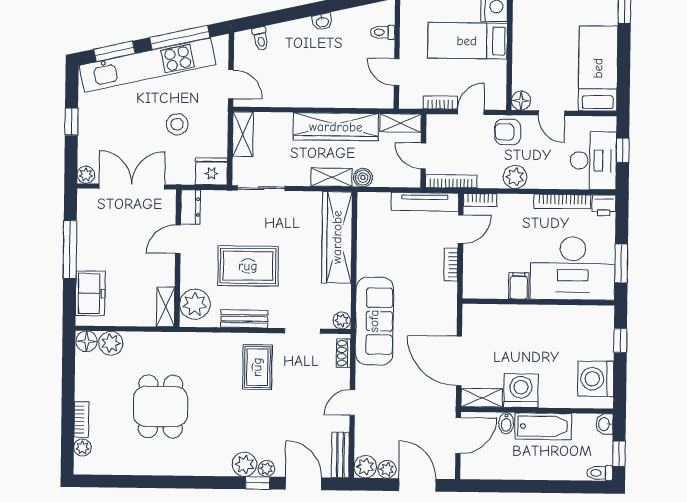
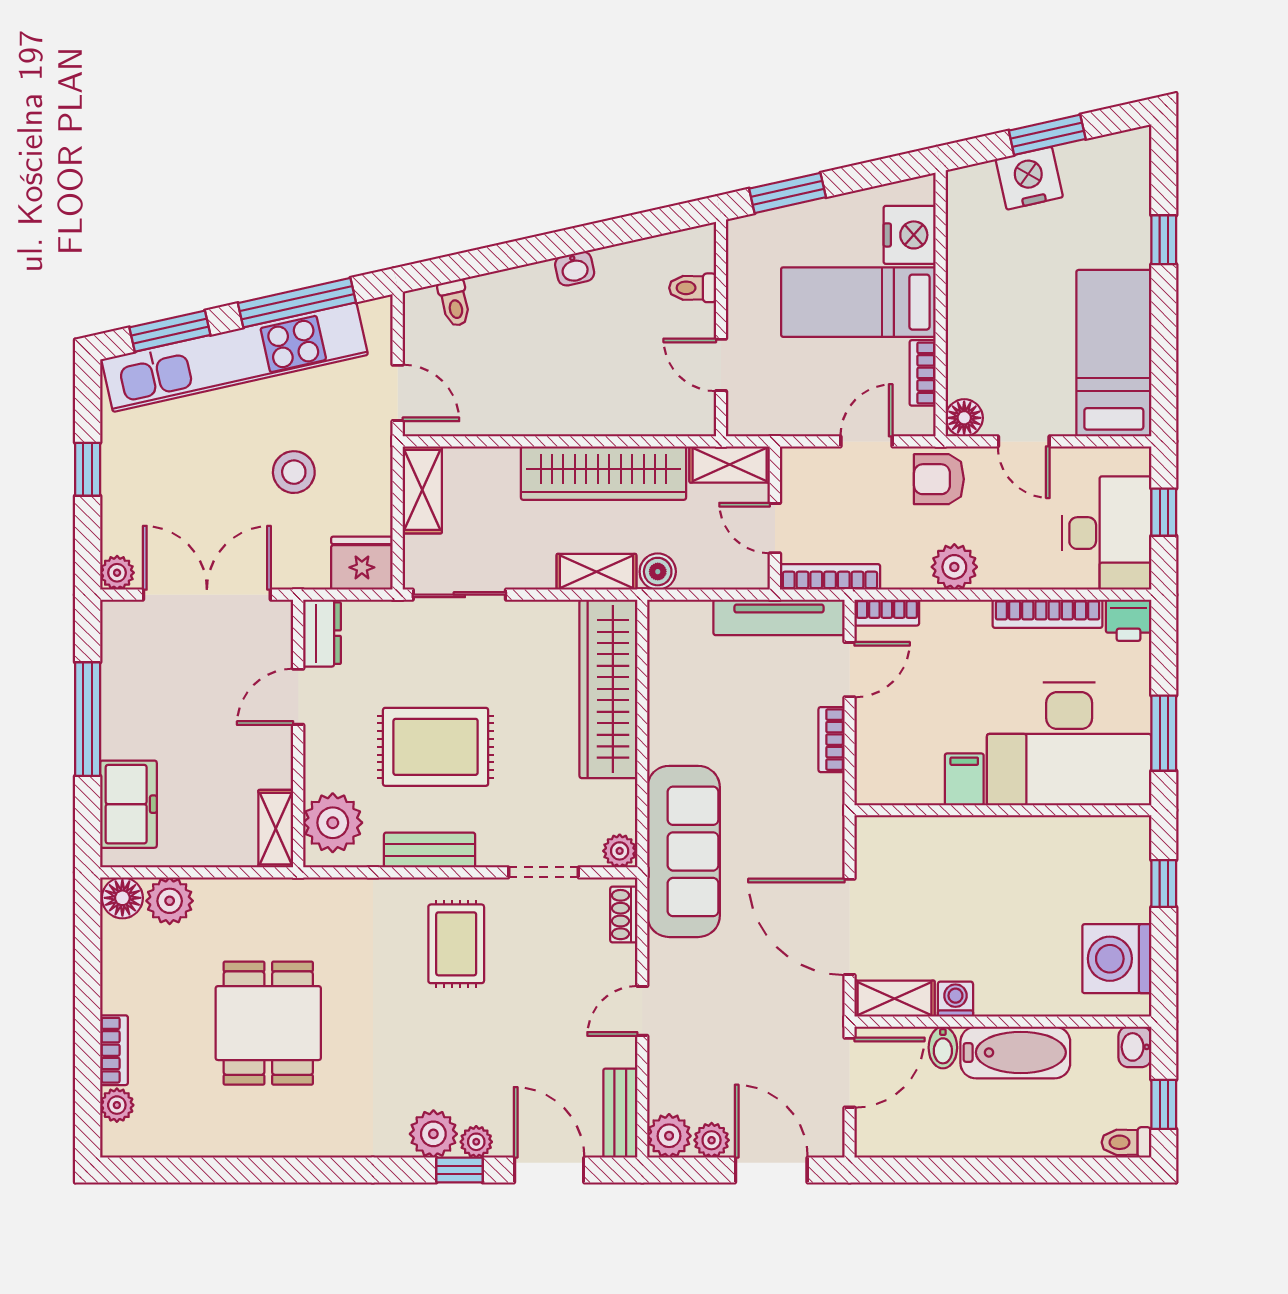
bookcase: (440, 102) -> (923, 373), moved, turned -90
washing machine: (521, 391) -> (955, 999), width x0.53, depth x0.53

